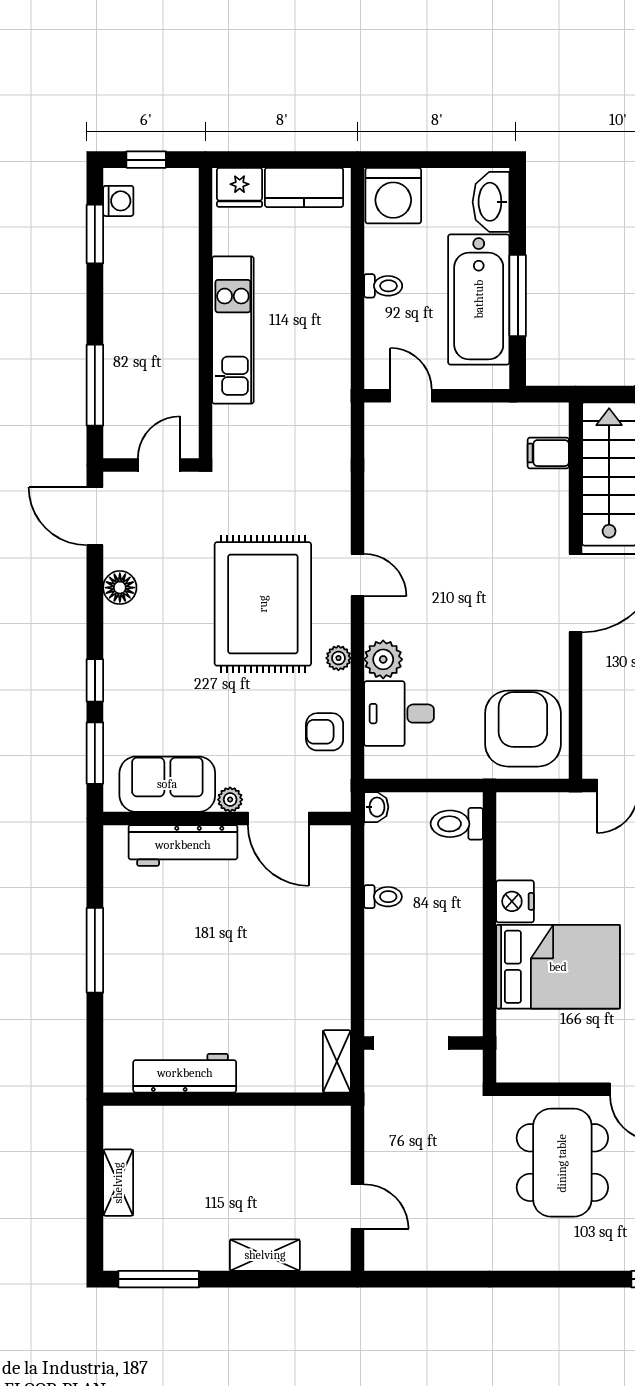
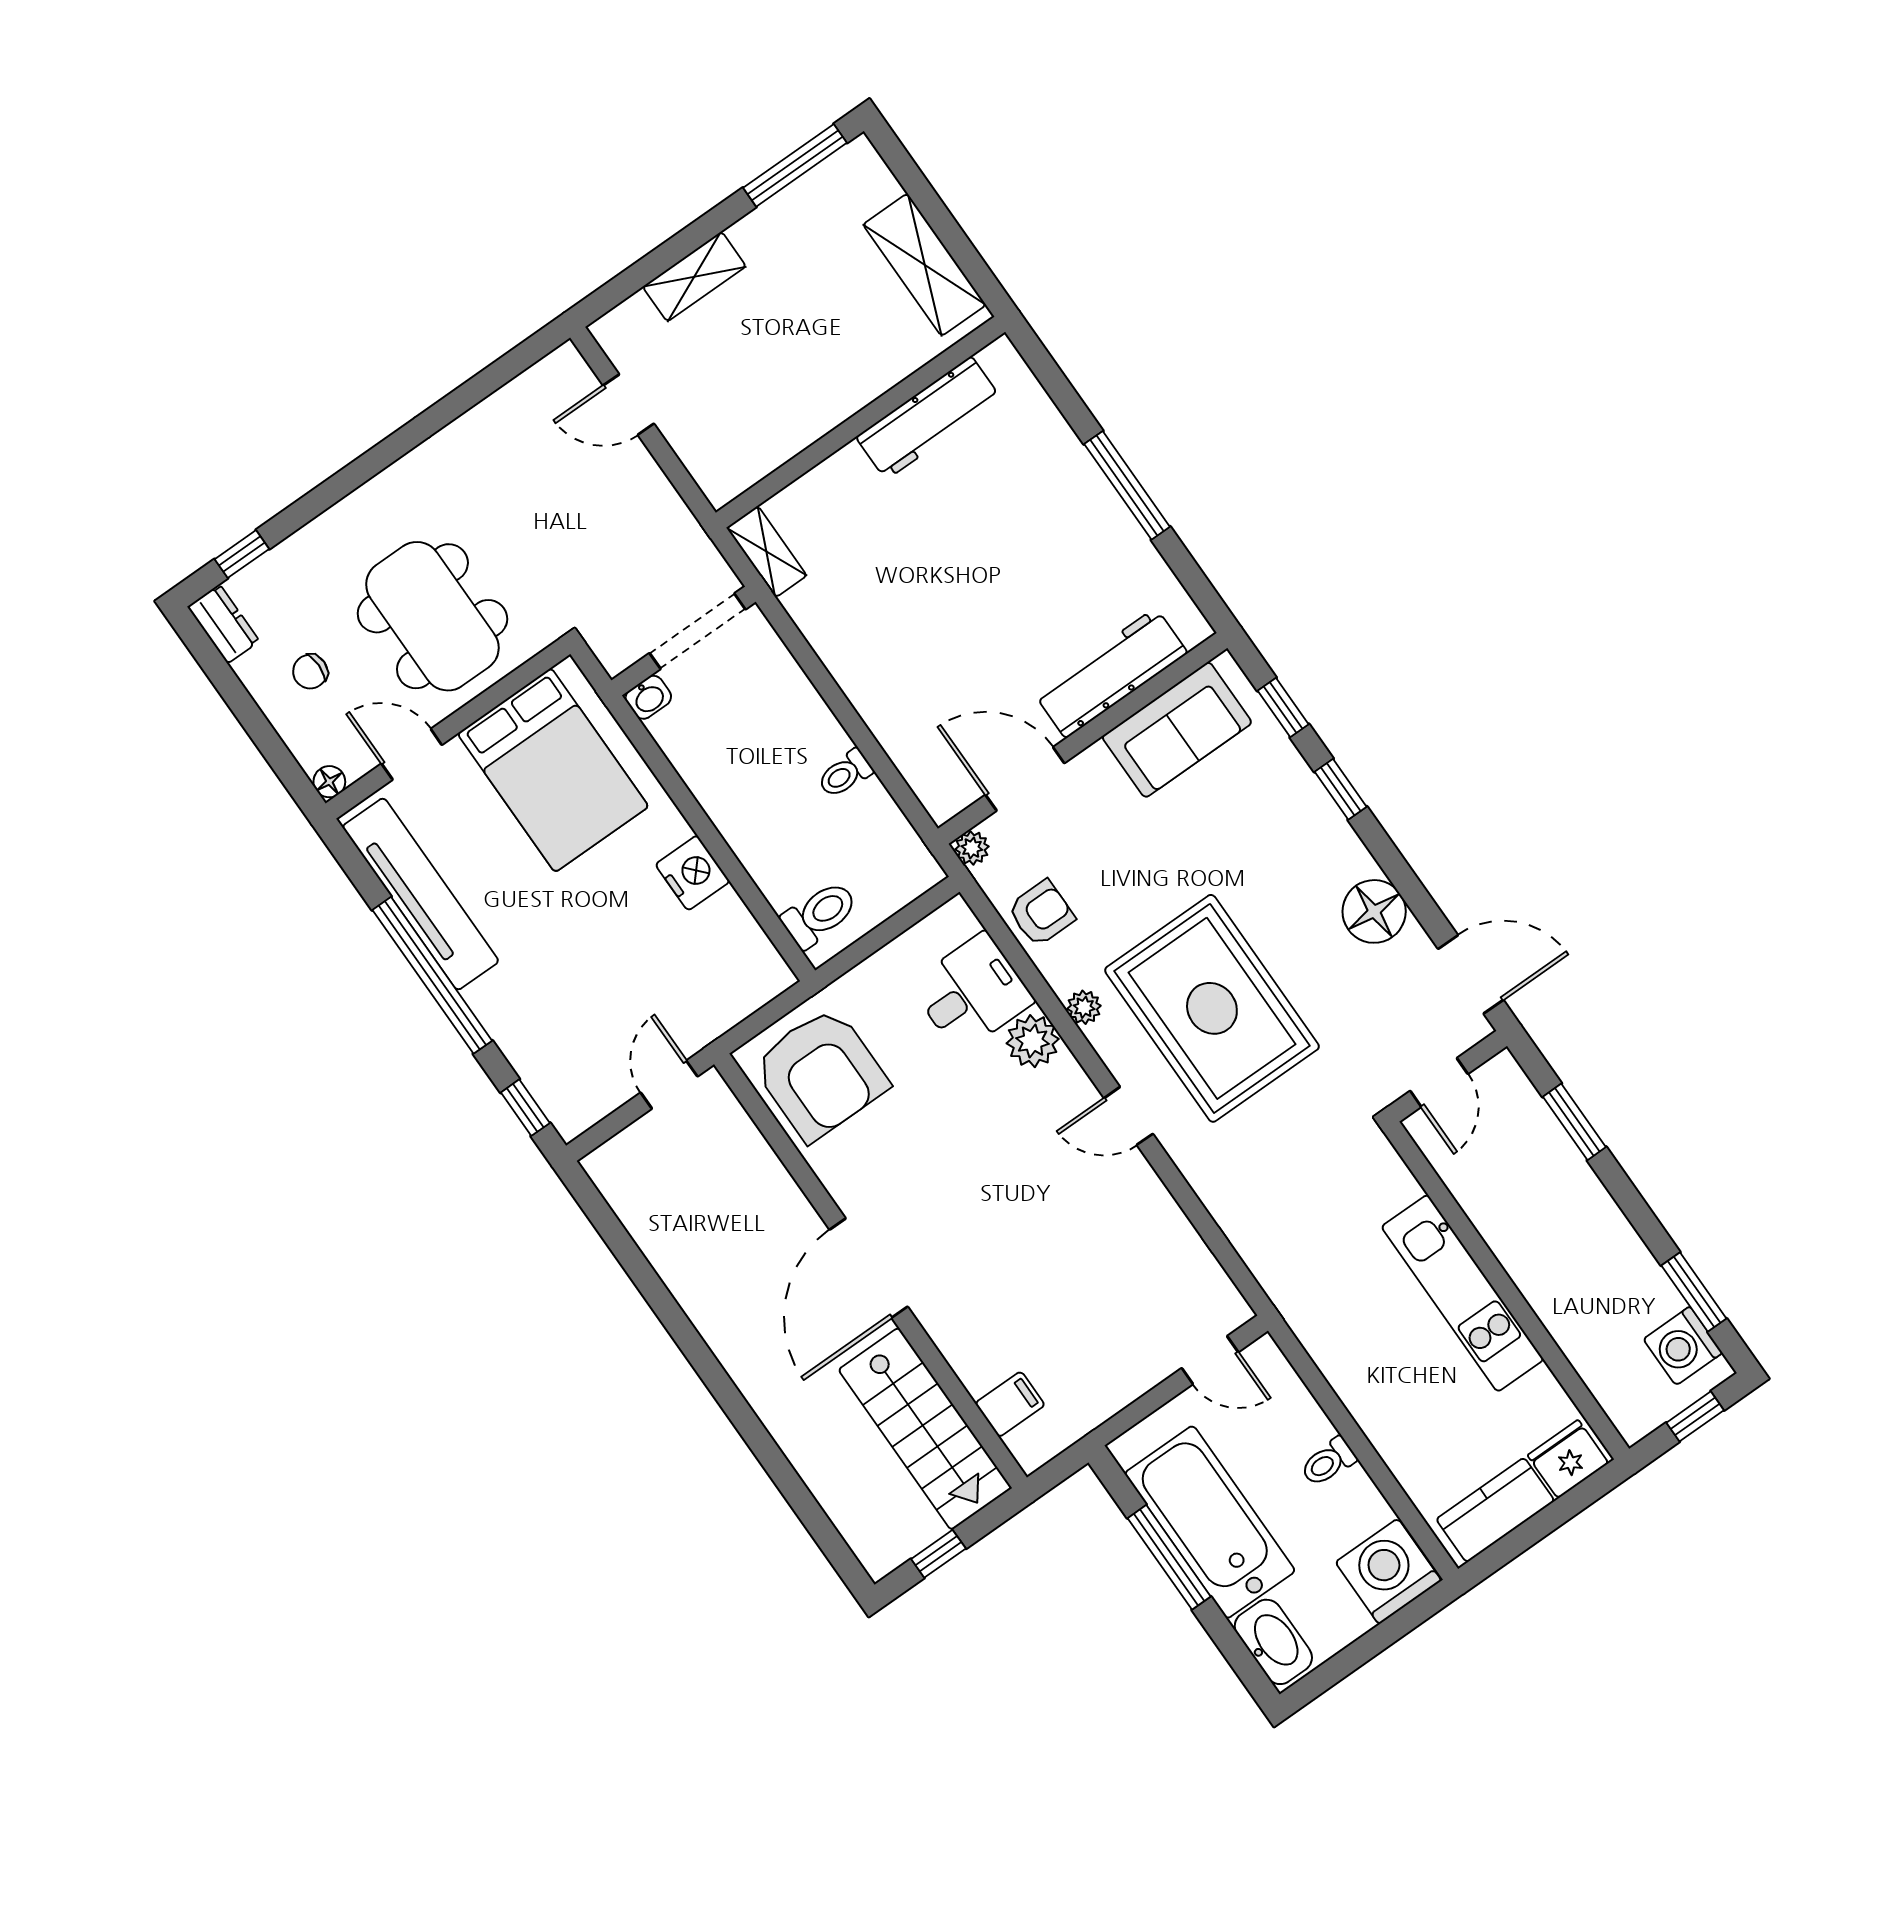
washing machine: (118, 201) -> (1683, 1346), width x1.38, depth x1.38
window: (95, 385) -> (1574, 1122), width x0.69
floor lamp: (120, 588) -> (1374, 911), width x1.38, depth x1.38
window: (95, 753) -> (1283, 707), width x0.67
plant: (230, 800) -> (972, 848), moved
washbasin: (376, 807) -> (648, 697), moved, turned -90
bed: (558, 967) -> (553, 770), moved, turned -90
shelving: (118, 1183) -> (925, 265), width x1.50, depth x1.33

